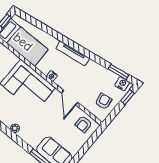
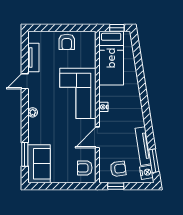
tv unit: (73, 53) -> (143, 146), moved
window: (127, 97) -> (116, 186), moved

